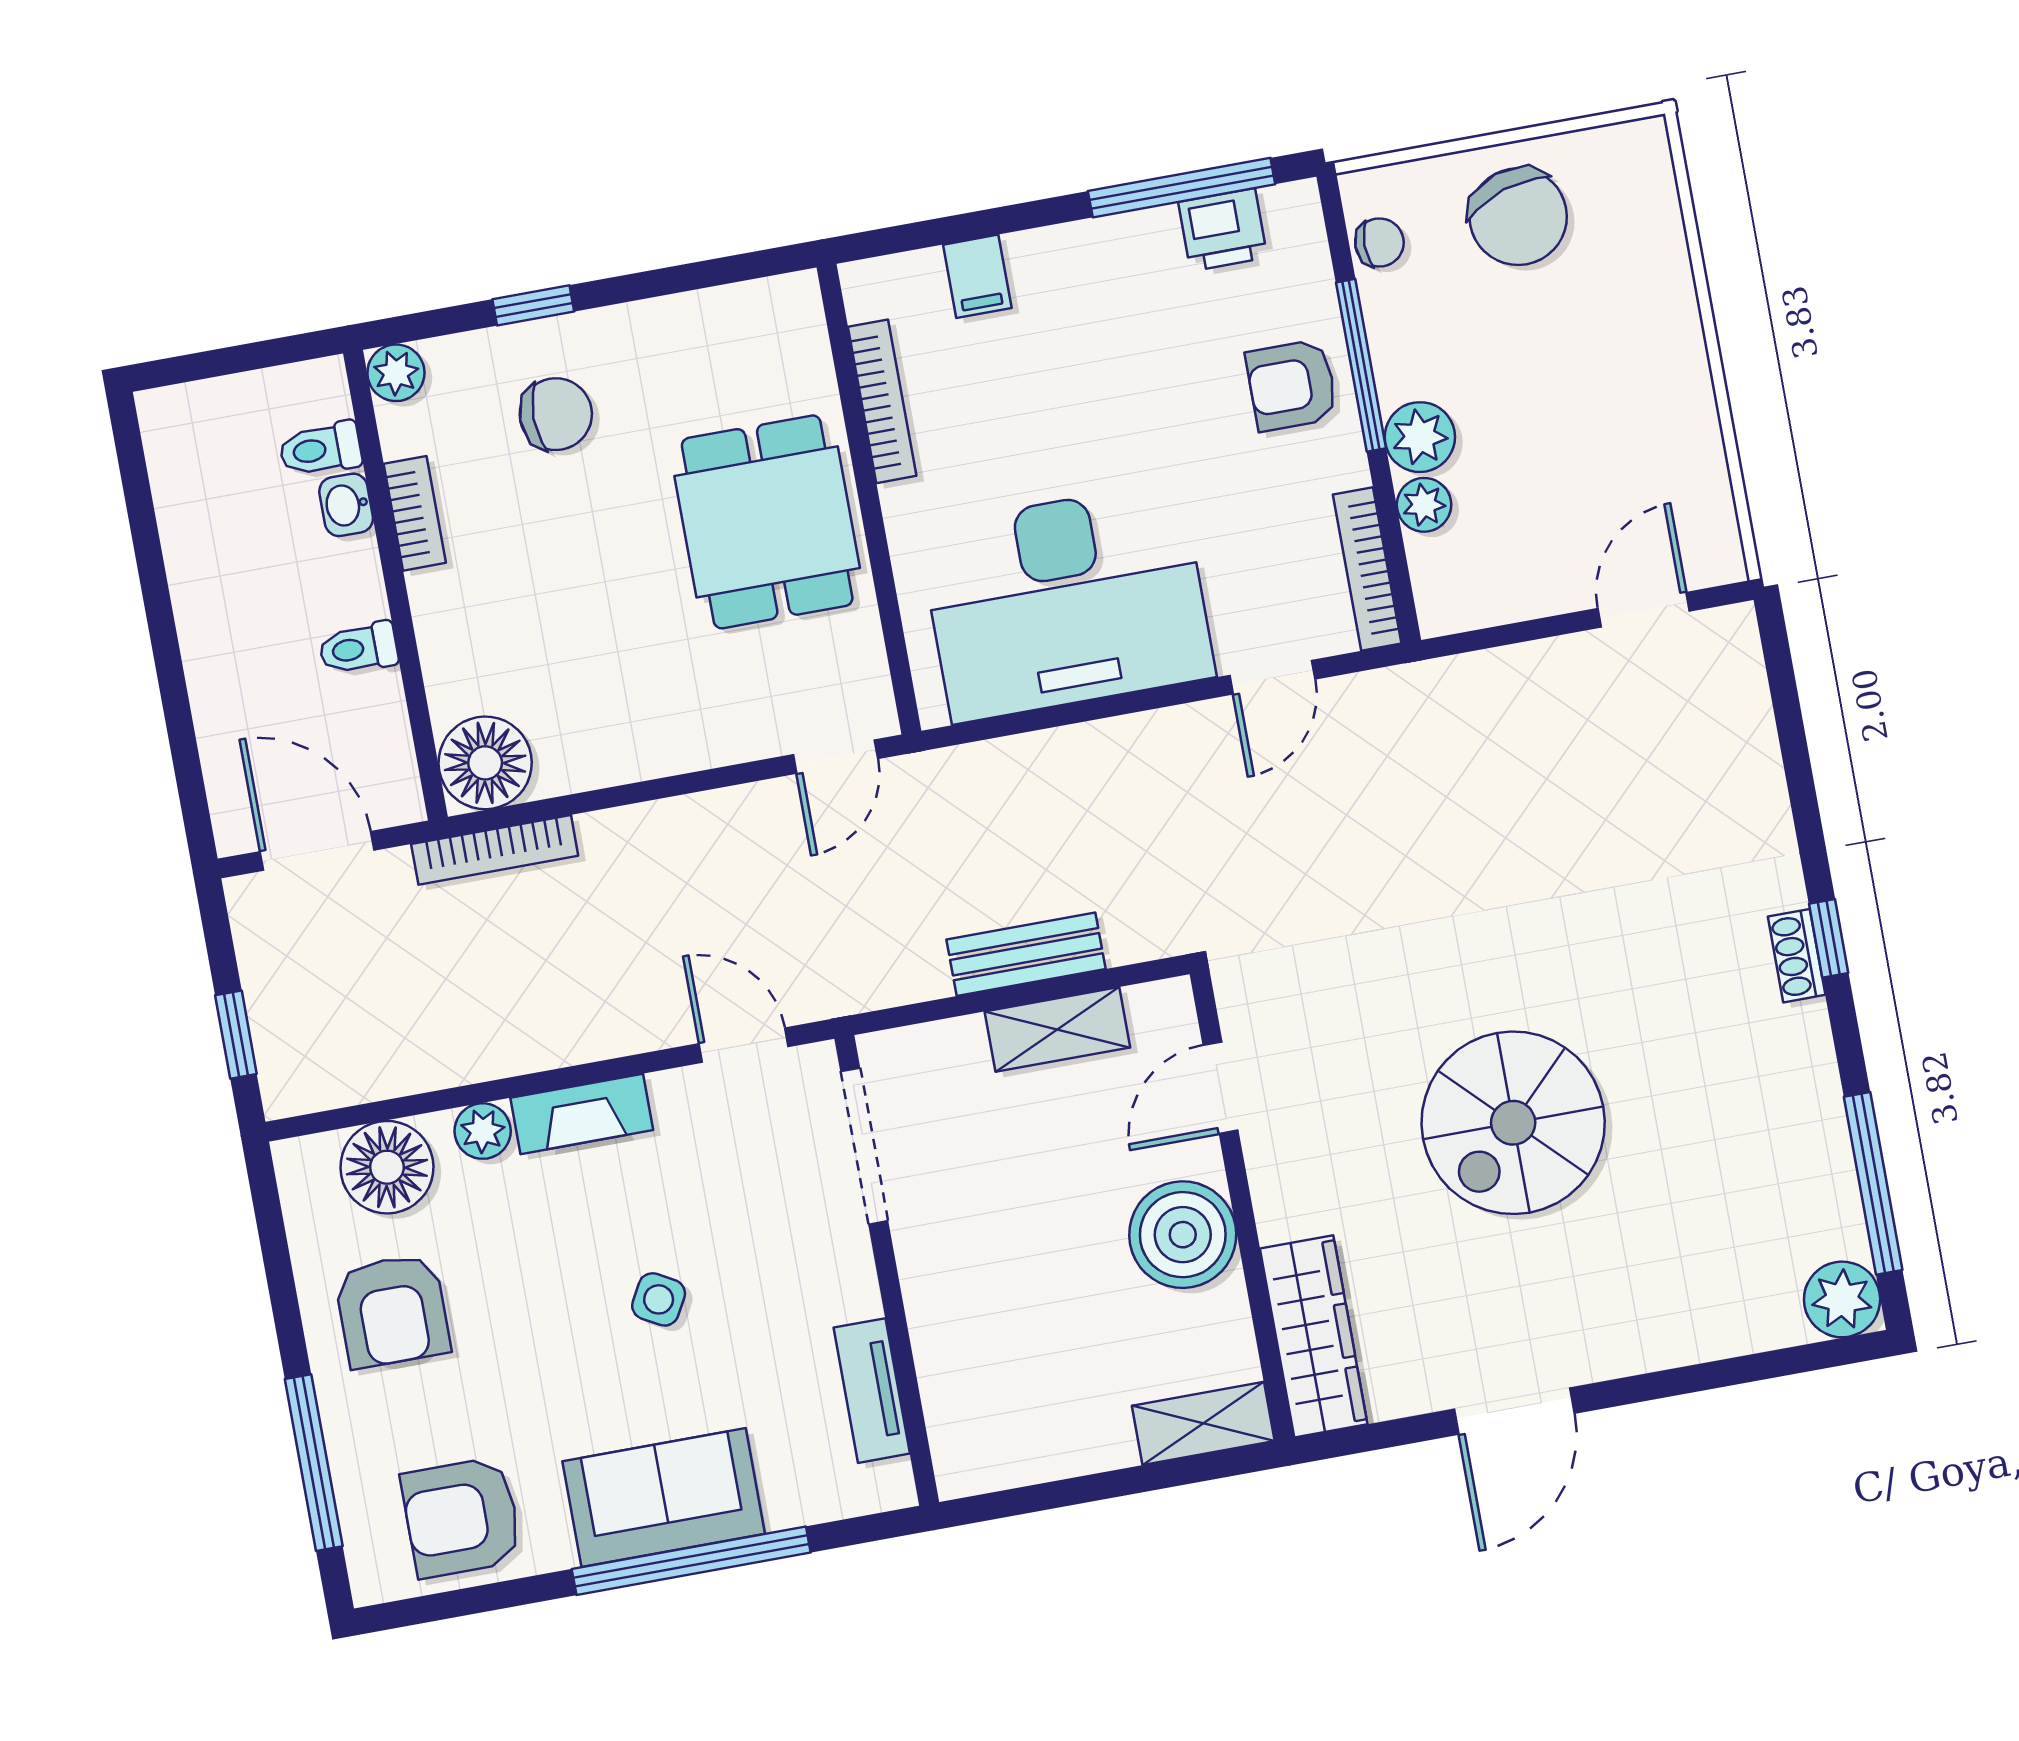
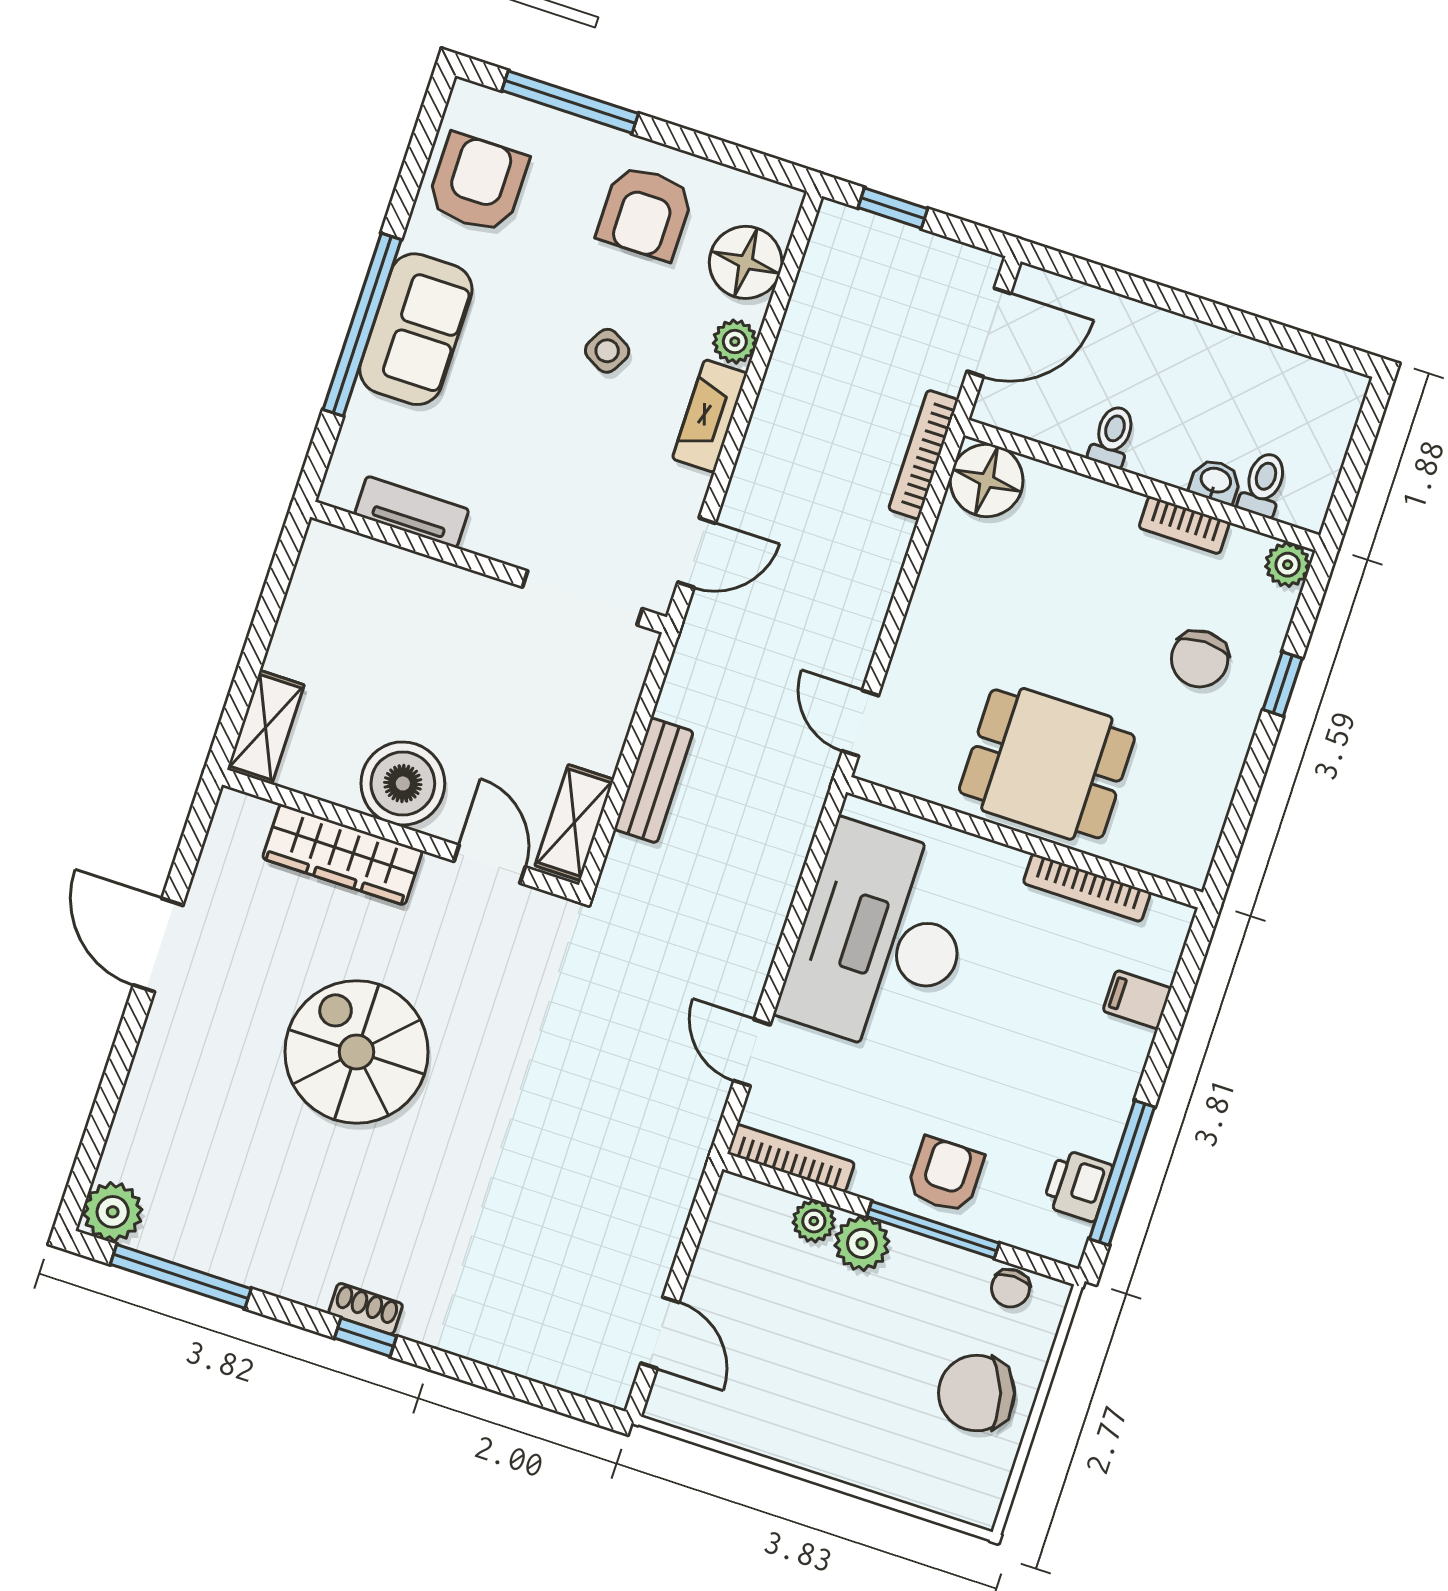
shelving: (1057, 1029) -> (574, 823), moved
side table: (659, 1299) -> (607, 351), moved
armchair: (392, 1311) -> (645, 213), turned -90
wardrobe: (1314, 1336) -> (342, 855), moved

